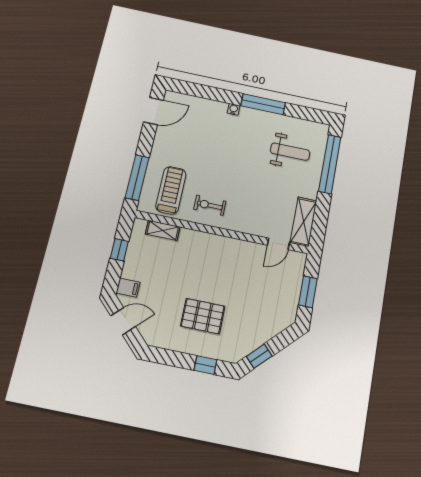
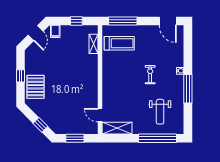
exercise bike: (210, 205) -> (150, 75), moved
pallet: (203, 316) -> (35, 87), moved
window: (259, 356) -> (40, 125), moved
window: (205, 365) -> (20, 76), moved

